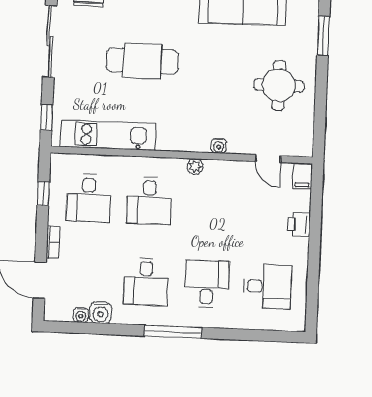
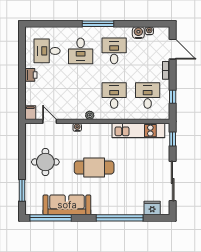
cafe table: (142, 61) -> (94, 168), moved
printer: (299, 224) -> (31, 75), moved

